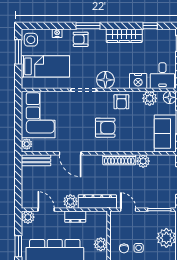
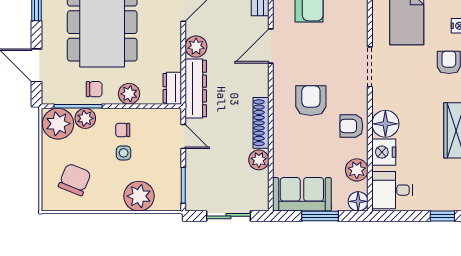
floor lamp: (105, 80) -> (385, 124), moved
armchair: (105, 128) -> (311, 101), turned 180
door: (128, 210) -> (183, 136), hinge flipped
dresser: (75, 217) -> (172, 88), moved

